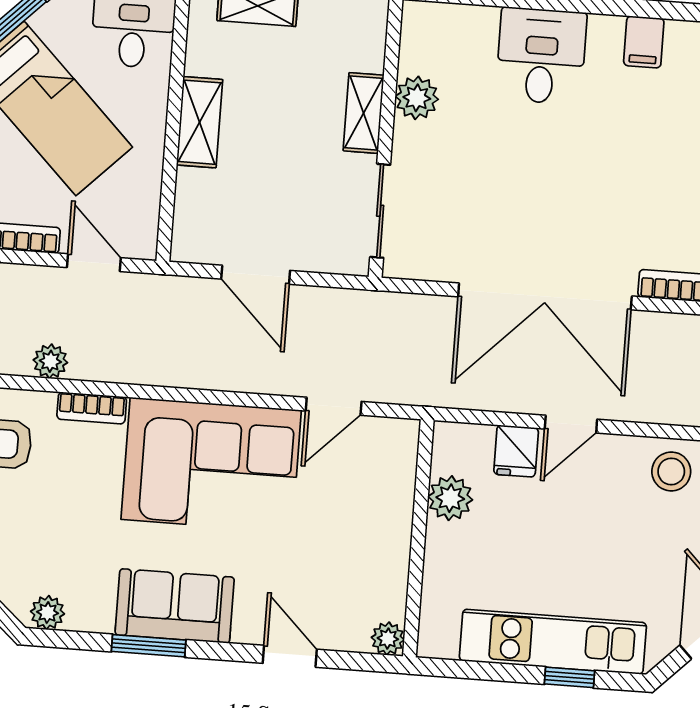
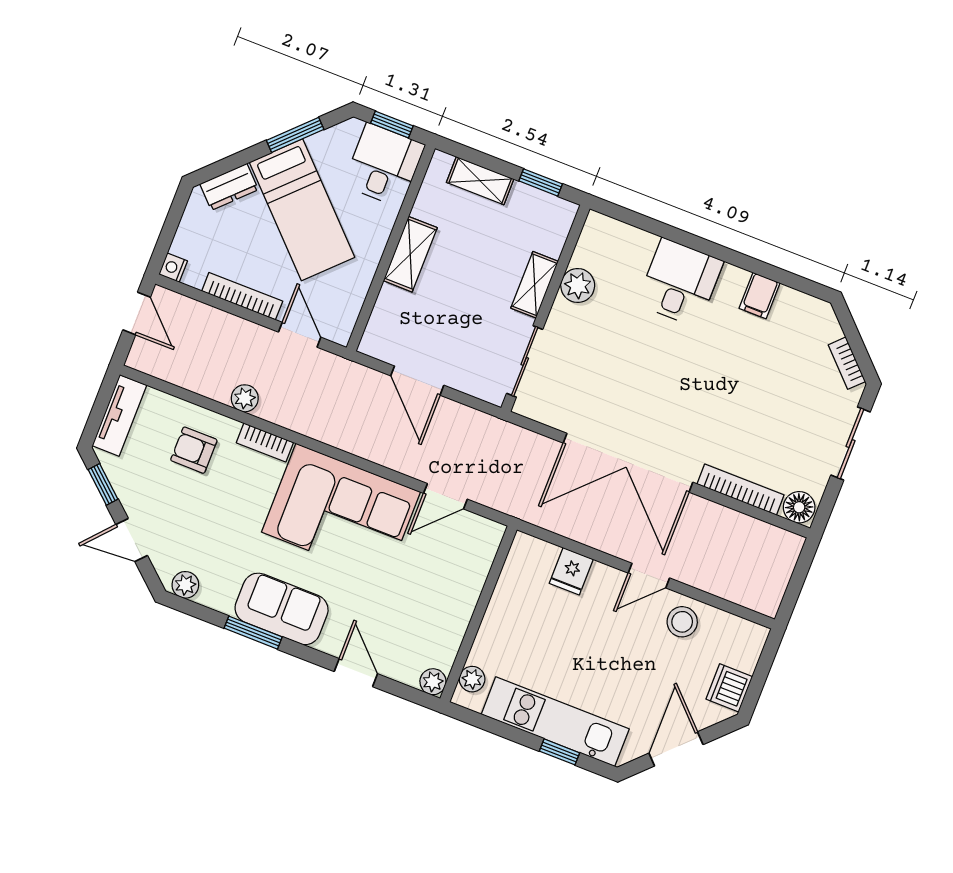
door: (571, 424) -> (649, 576), moved
plant: (450, 498) -> (472, 679), moved, width x0.73, depth x0.73

